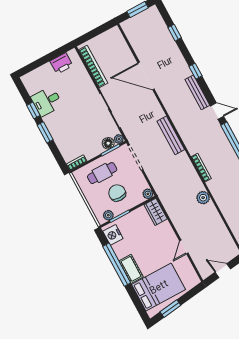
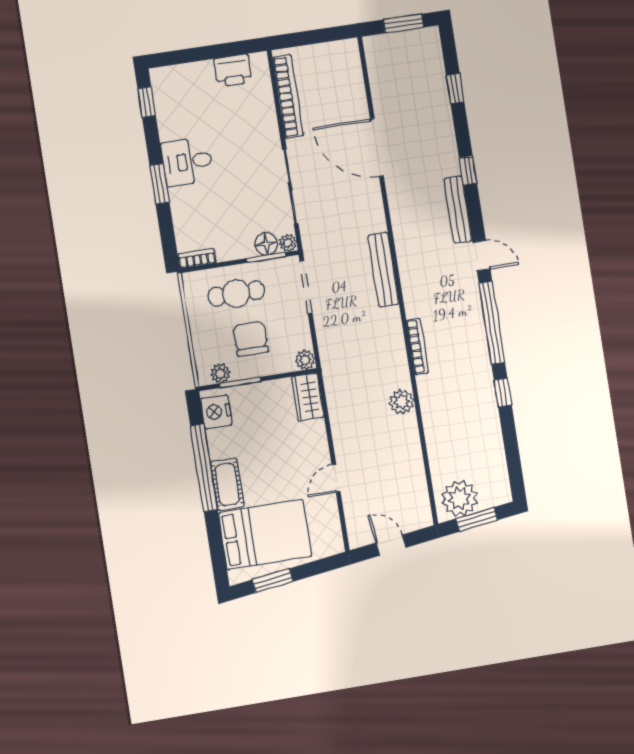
desk: (47, 101) -> (187, 162), moved
window: (33, 110) -> (147, 102), moved

